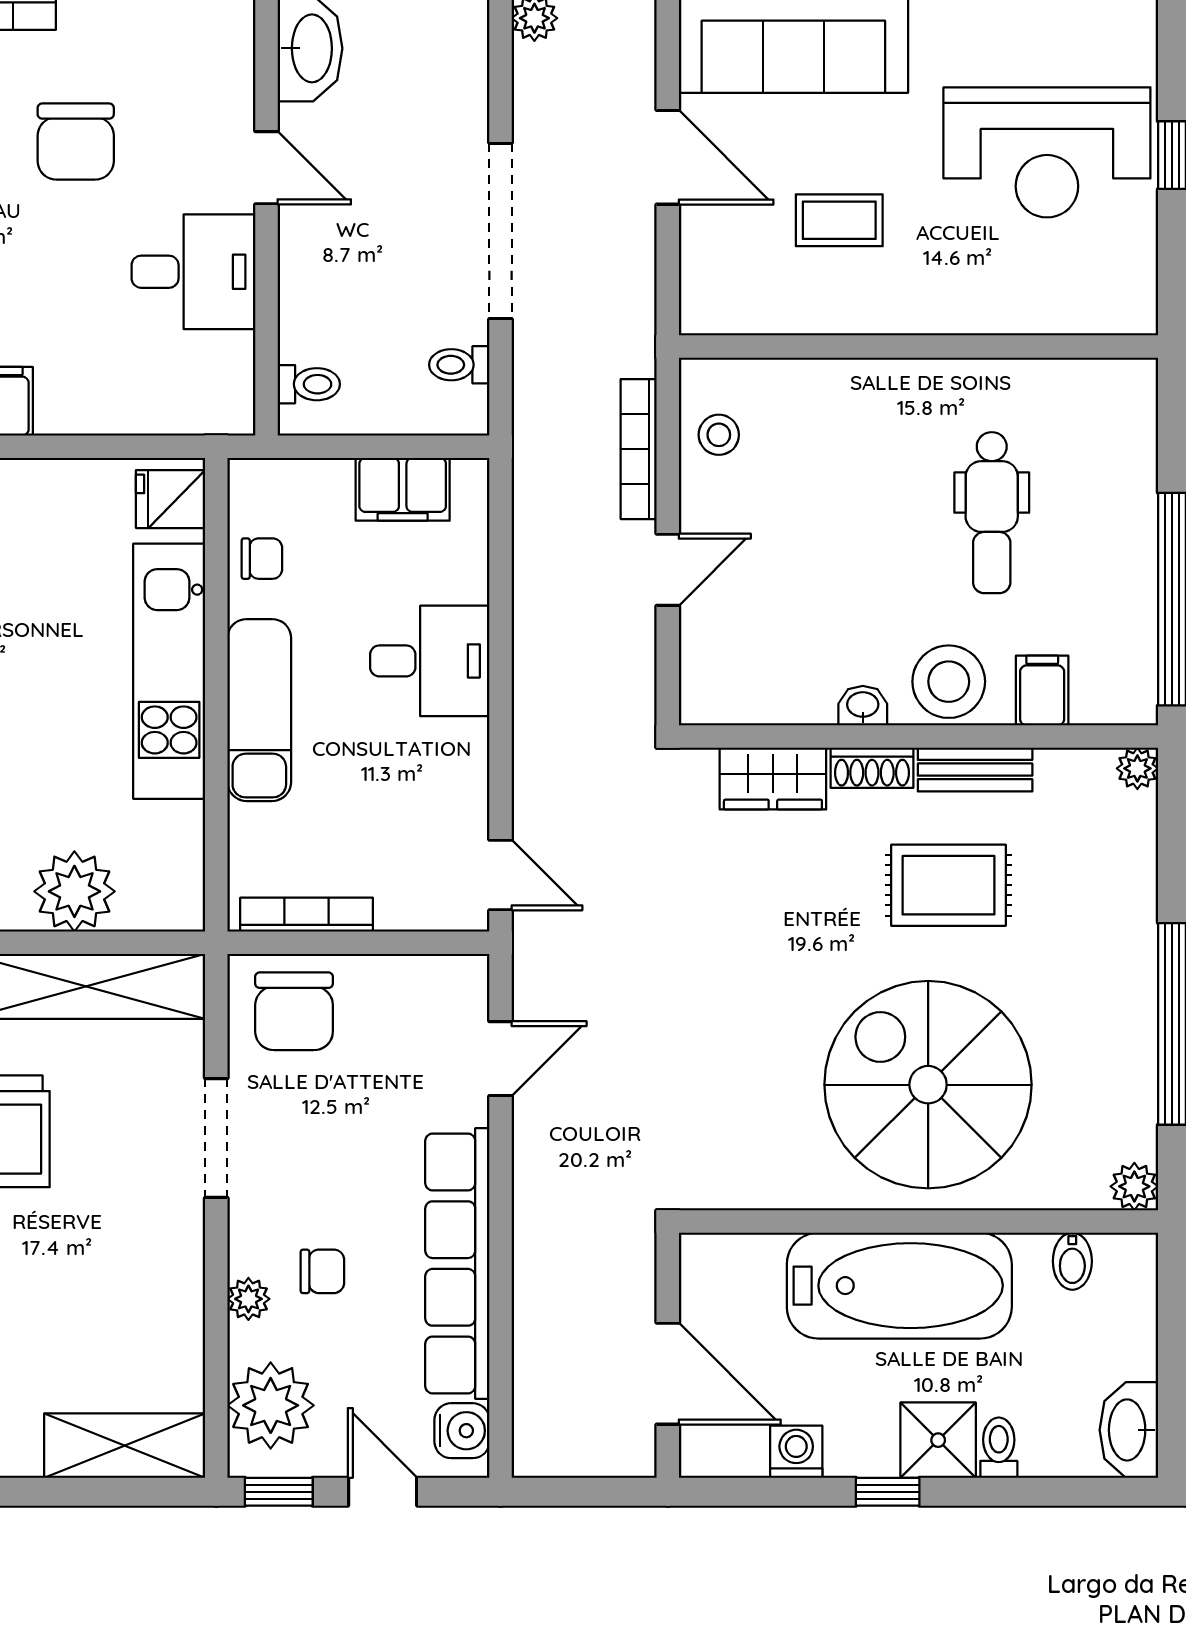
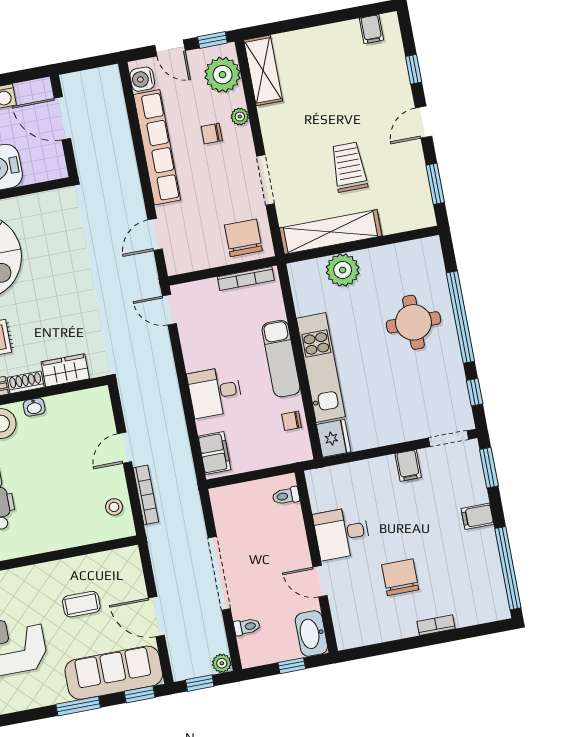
toilet: (459, 365) -> (247, 627), moved
filing cabinet: (403, 489) -> (215, 453), moved, turned 90
fridge: (170, 499) -> (334, 438), width x1.38
shelving: (125, 1446) -> (263, 70), moved, turned 90

